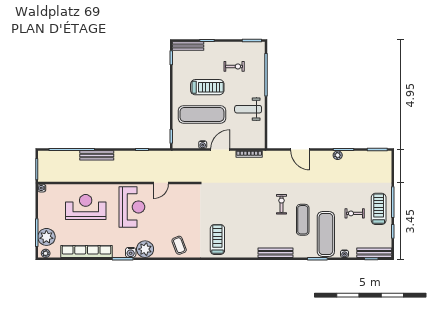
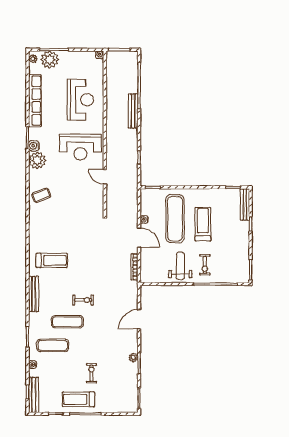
exercise bike: (234, 66) -> (205, 265), moved
treadmill: (207, 87) -> (203, 224), turned 180
treadmill: (379, 209) -> (78, 399), turned 180
exercise bike: (355, 213) -> (91, 373), moved
exercise mat: (326, 234) -> (53, 345), width x0.73, depth x0.69
treadmill: (217, 240) -> (52, 260), moved

